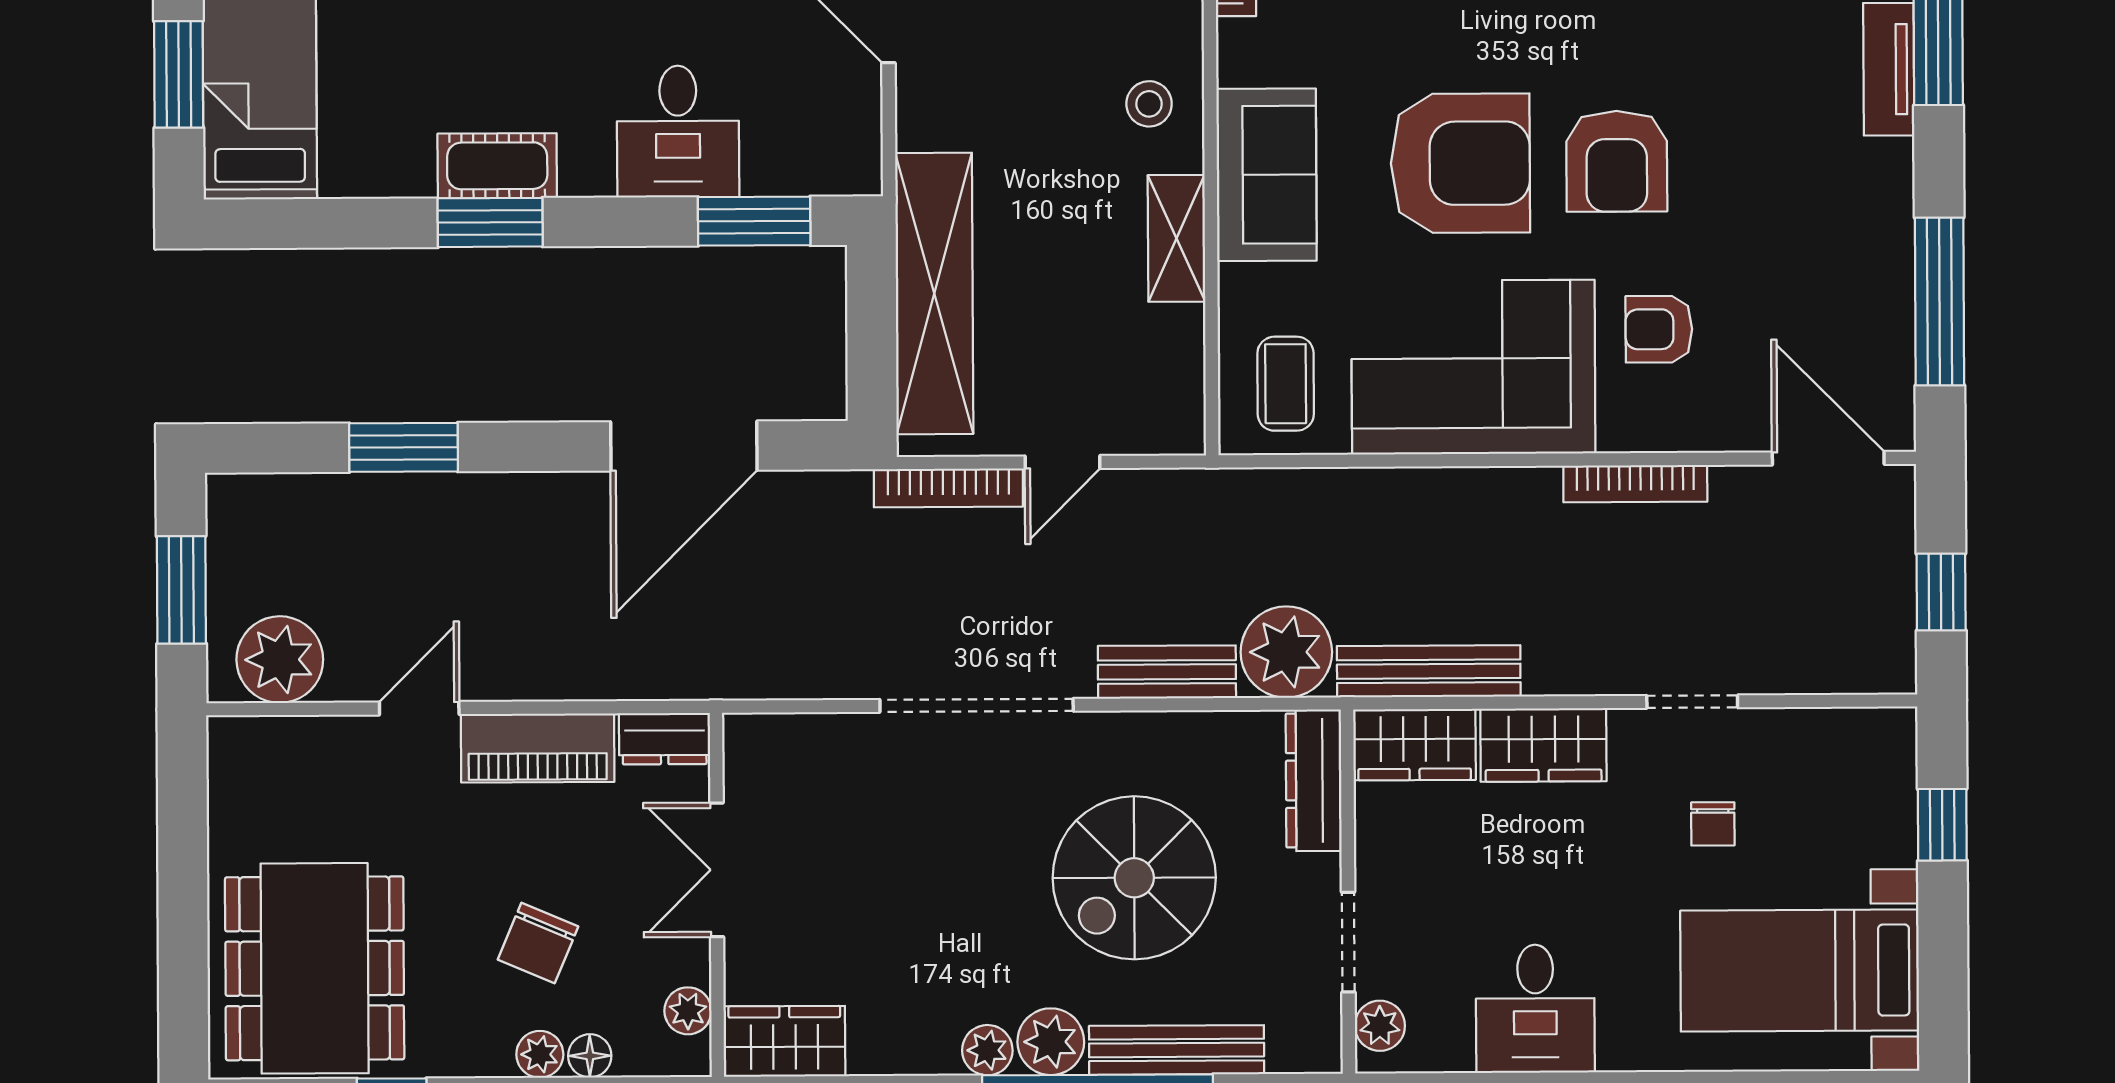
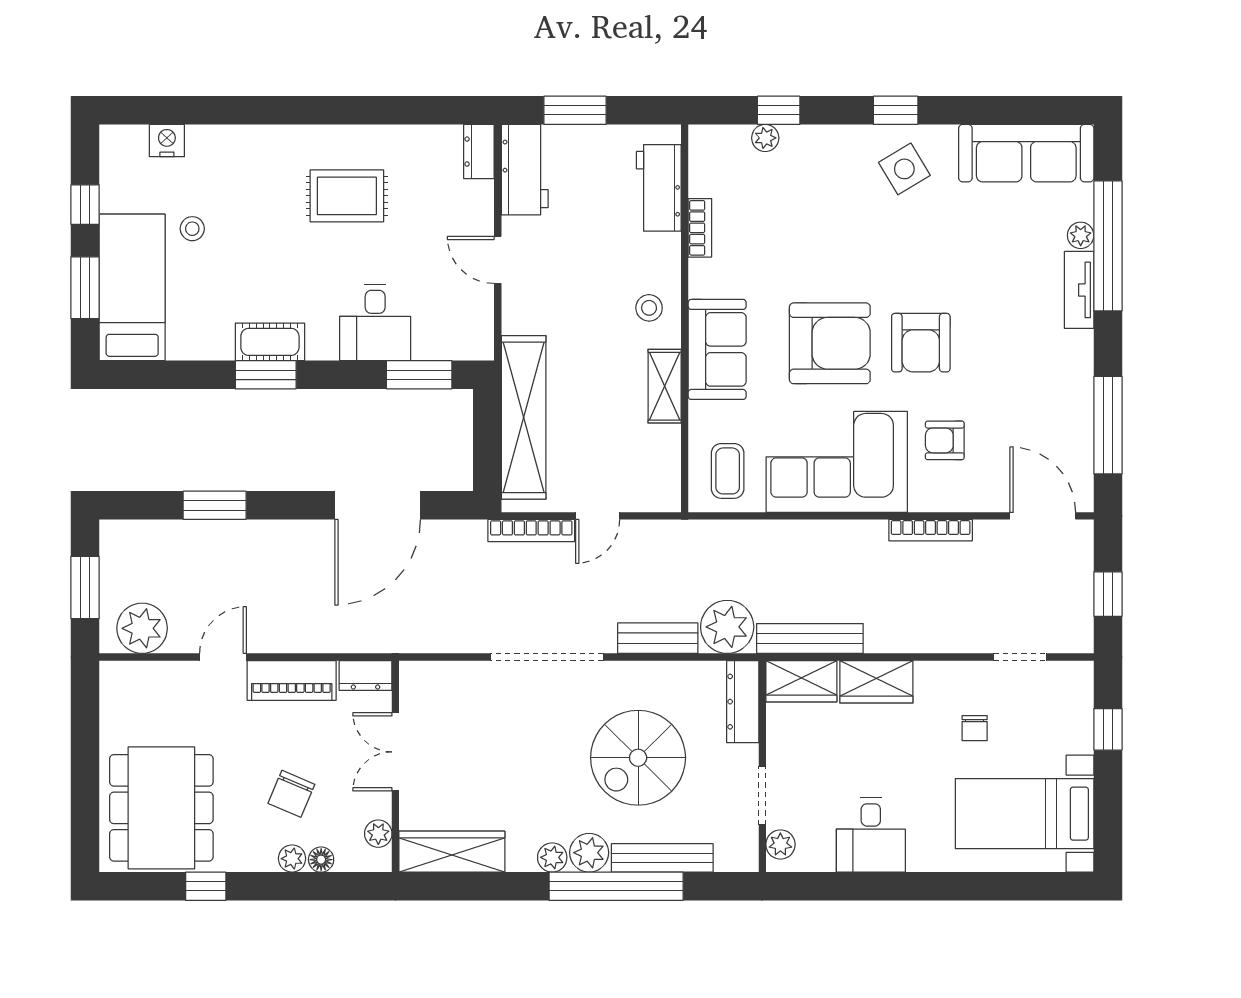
doorway: (1692, 702) -> (1020, 657), moved
wardrobe: (784, 1041) -> (452, 852), width x1.50

